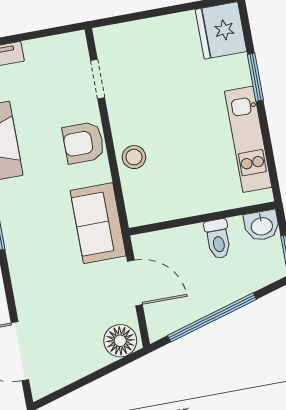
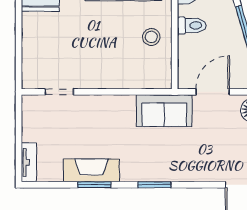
armchair: (83, 143) -> (104, 111), removed
stool: (134, 157) -> (151, 37), moved

